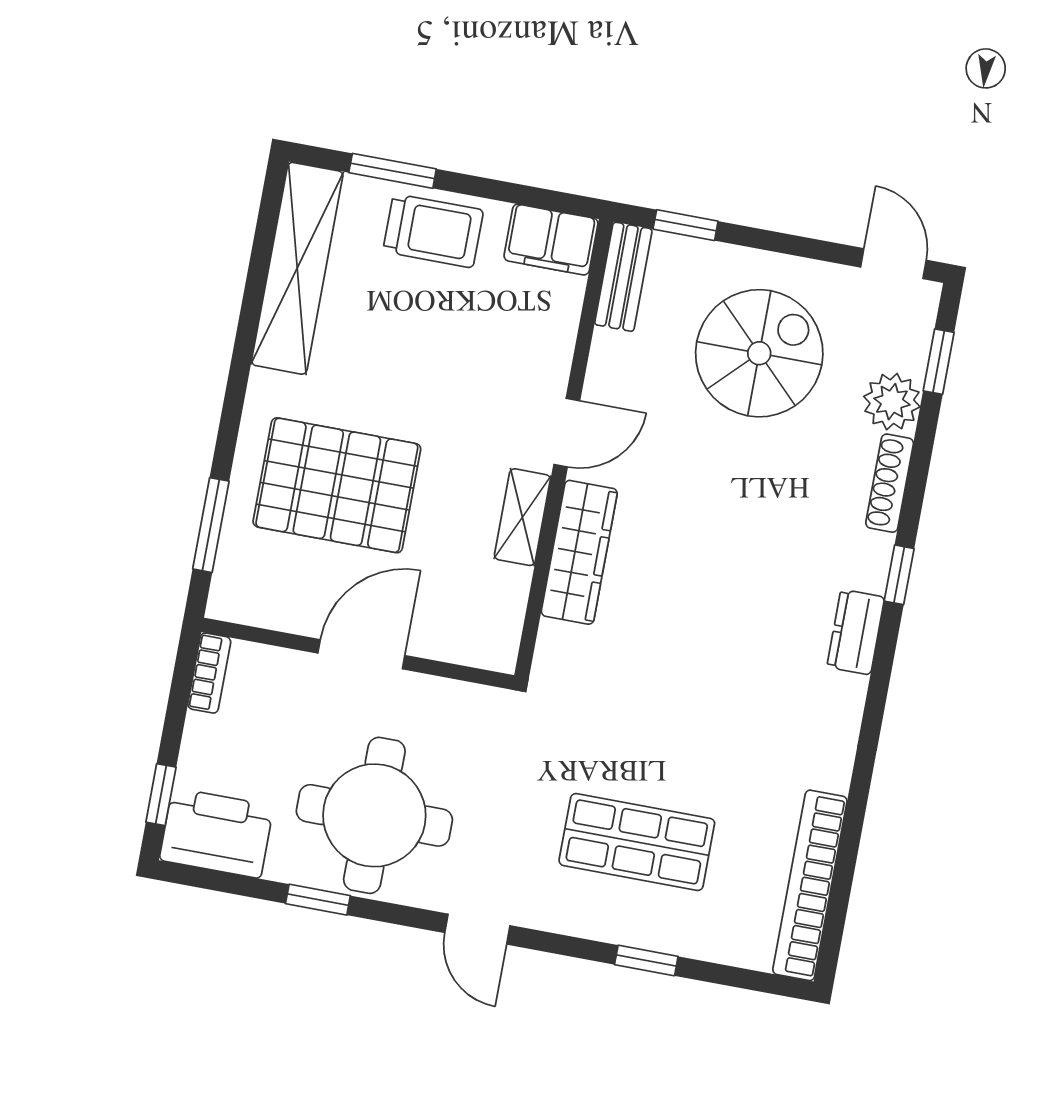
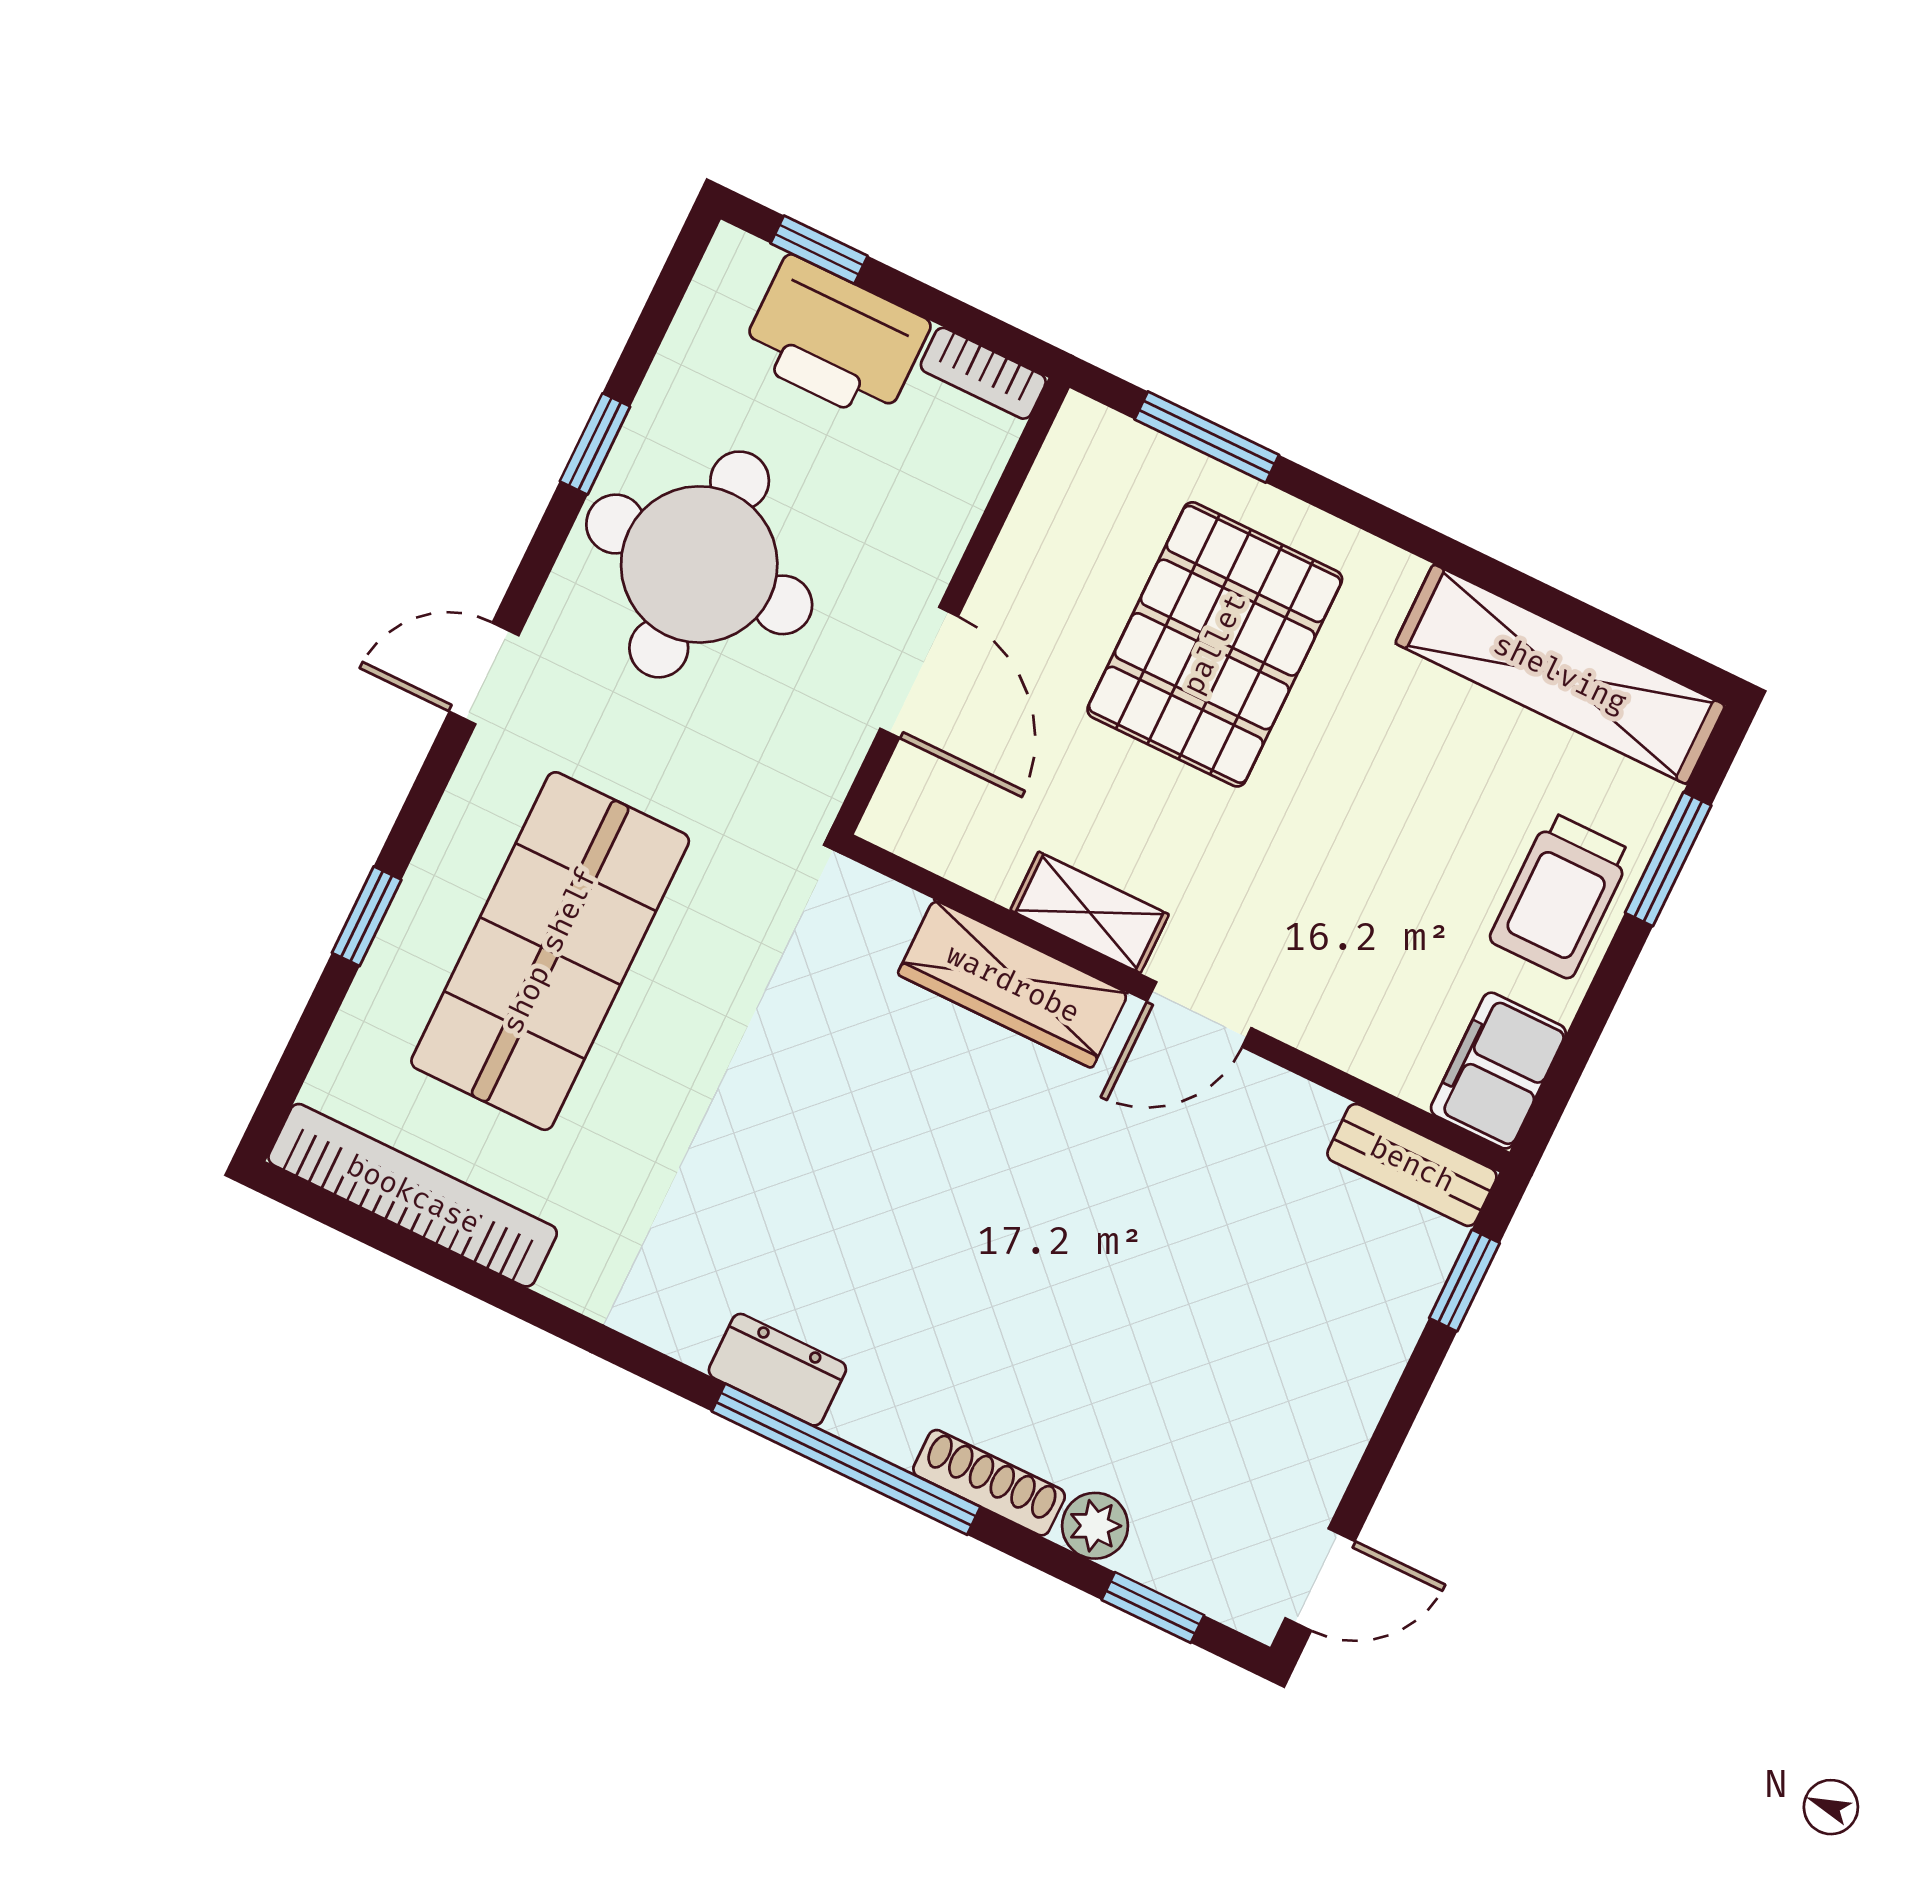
spiral stairs: (759, 353) -> (1240, 1339), removed
plant: (892, 402) -> (1095, 1526), width x0.73, depth x0.73
door: (567, 433) -> (1199, 1014), hinge flipped
window: (899, 575) -> (846, 1459), width x3.17
door: (361, 654) -> (919, 673), moved
printer: (216, 833) -> (835, 339), moved, turned 90
shop shelf: (637, 842) -> (550, 951), width x1.43, depth x1.36

